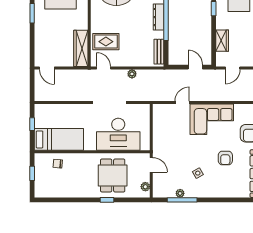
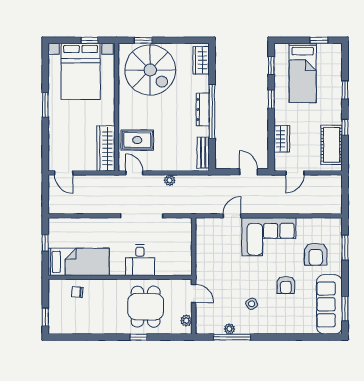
desk: (118, 134) -> (140, 260), width x0.53, depth x0.77
window: (32, 173) -> (45, 317), moved

